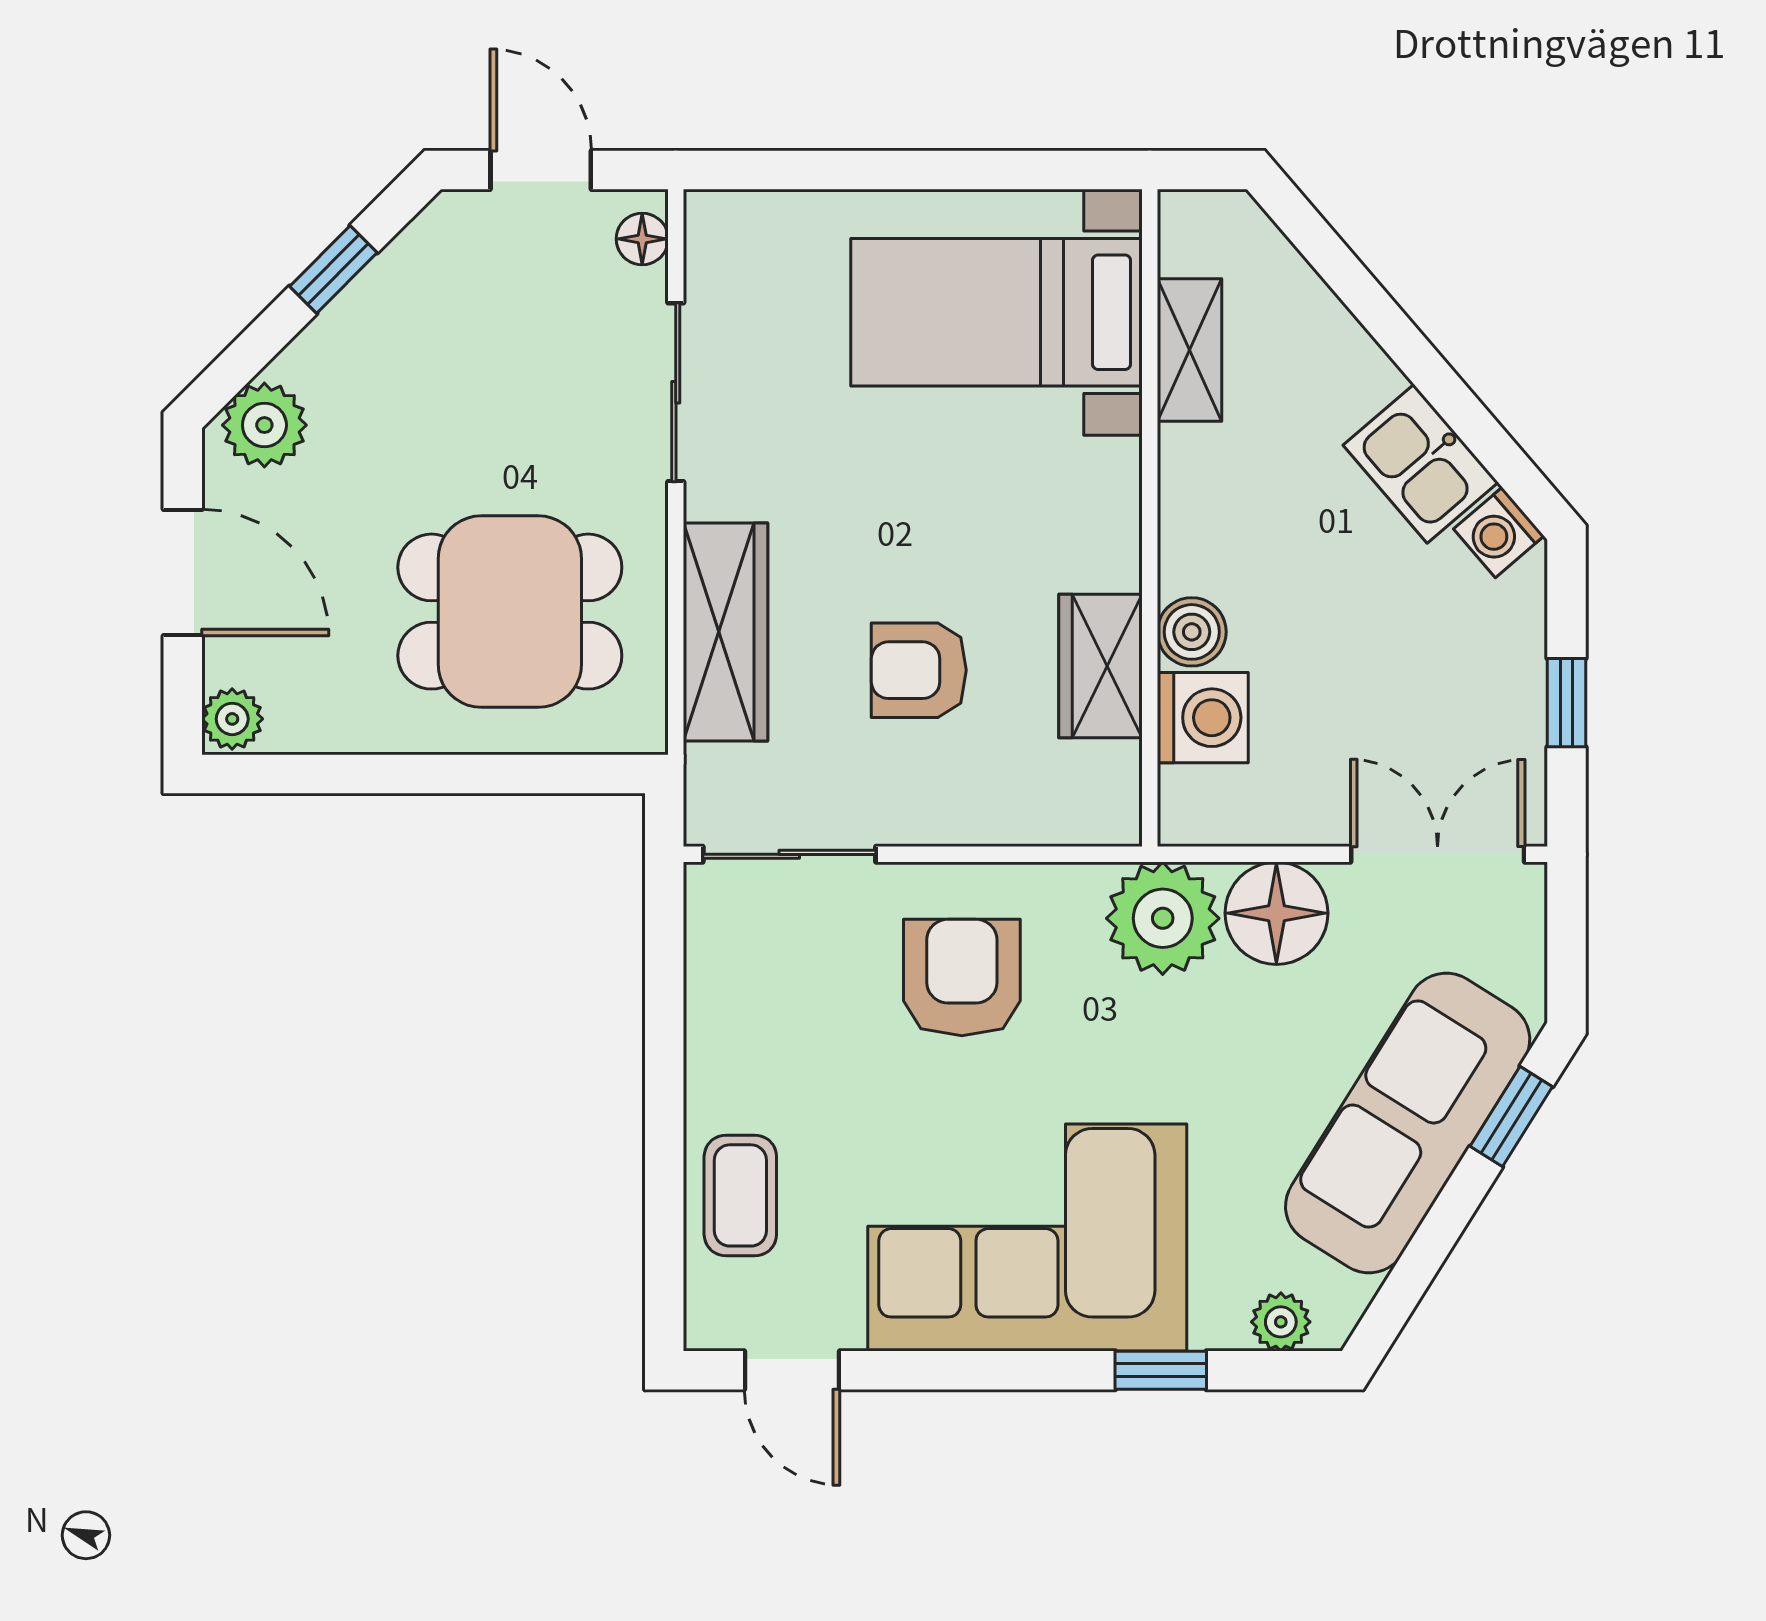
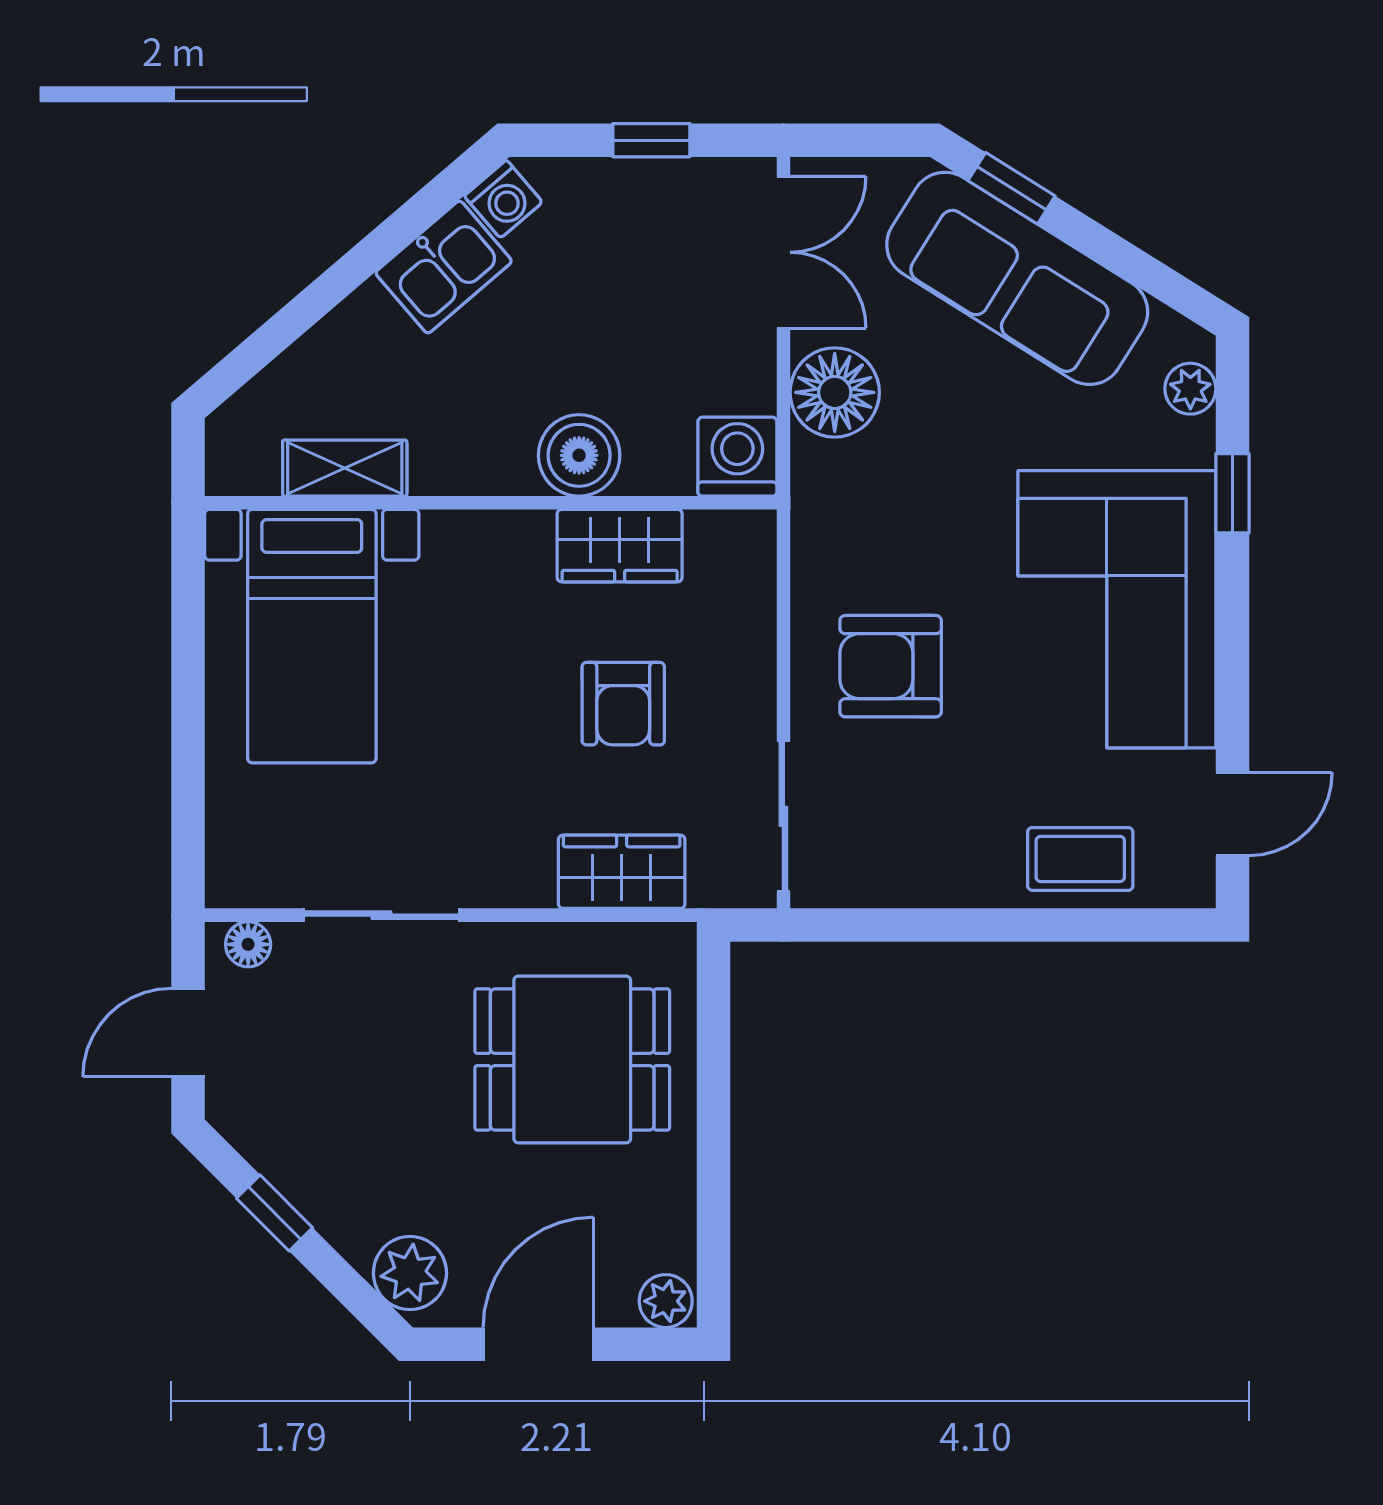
dining table: (510, 612) -> (572, 1059), turned 90
wardrobe: (726, 632) -> (622, 872), width x0.67
boiler: (1192, 632) -> (579, 455), width x1.36, depth x1.36
washing machine: (1203, 718) -> (737, 457), moved
double door: (1438, 854) -> (783, 252), swing flipped
plant: (1163, 918) -> (839, 491), removed

